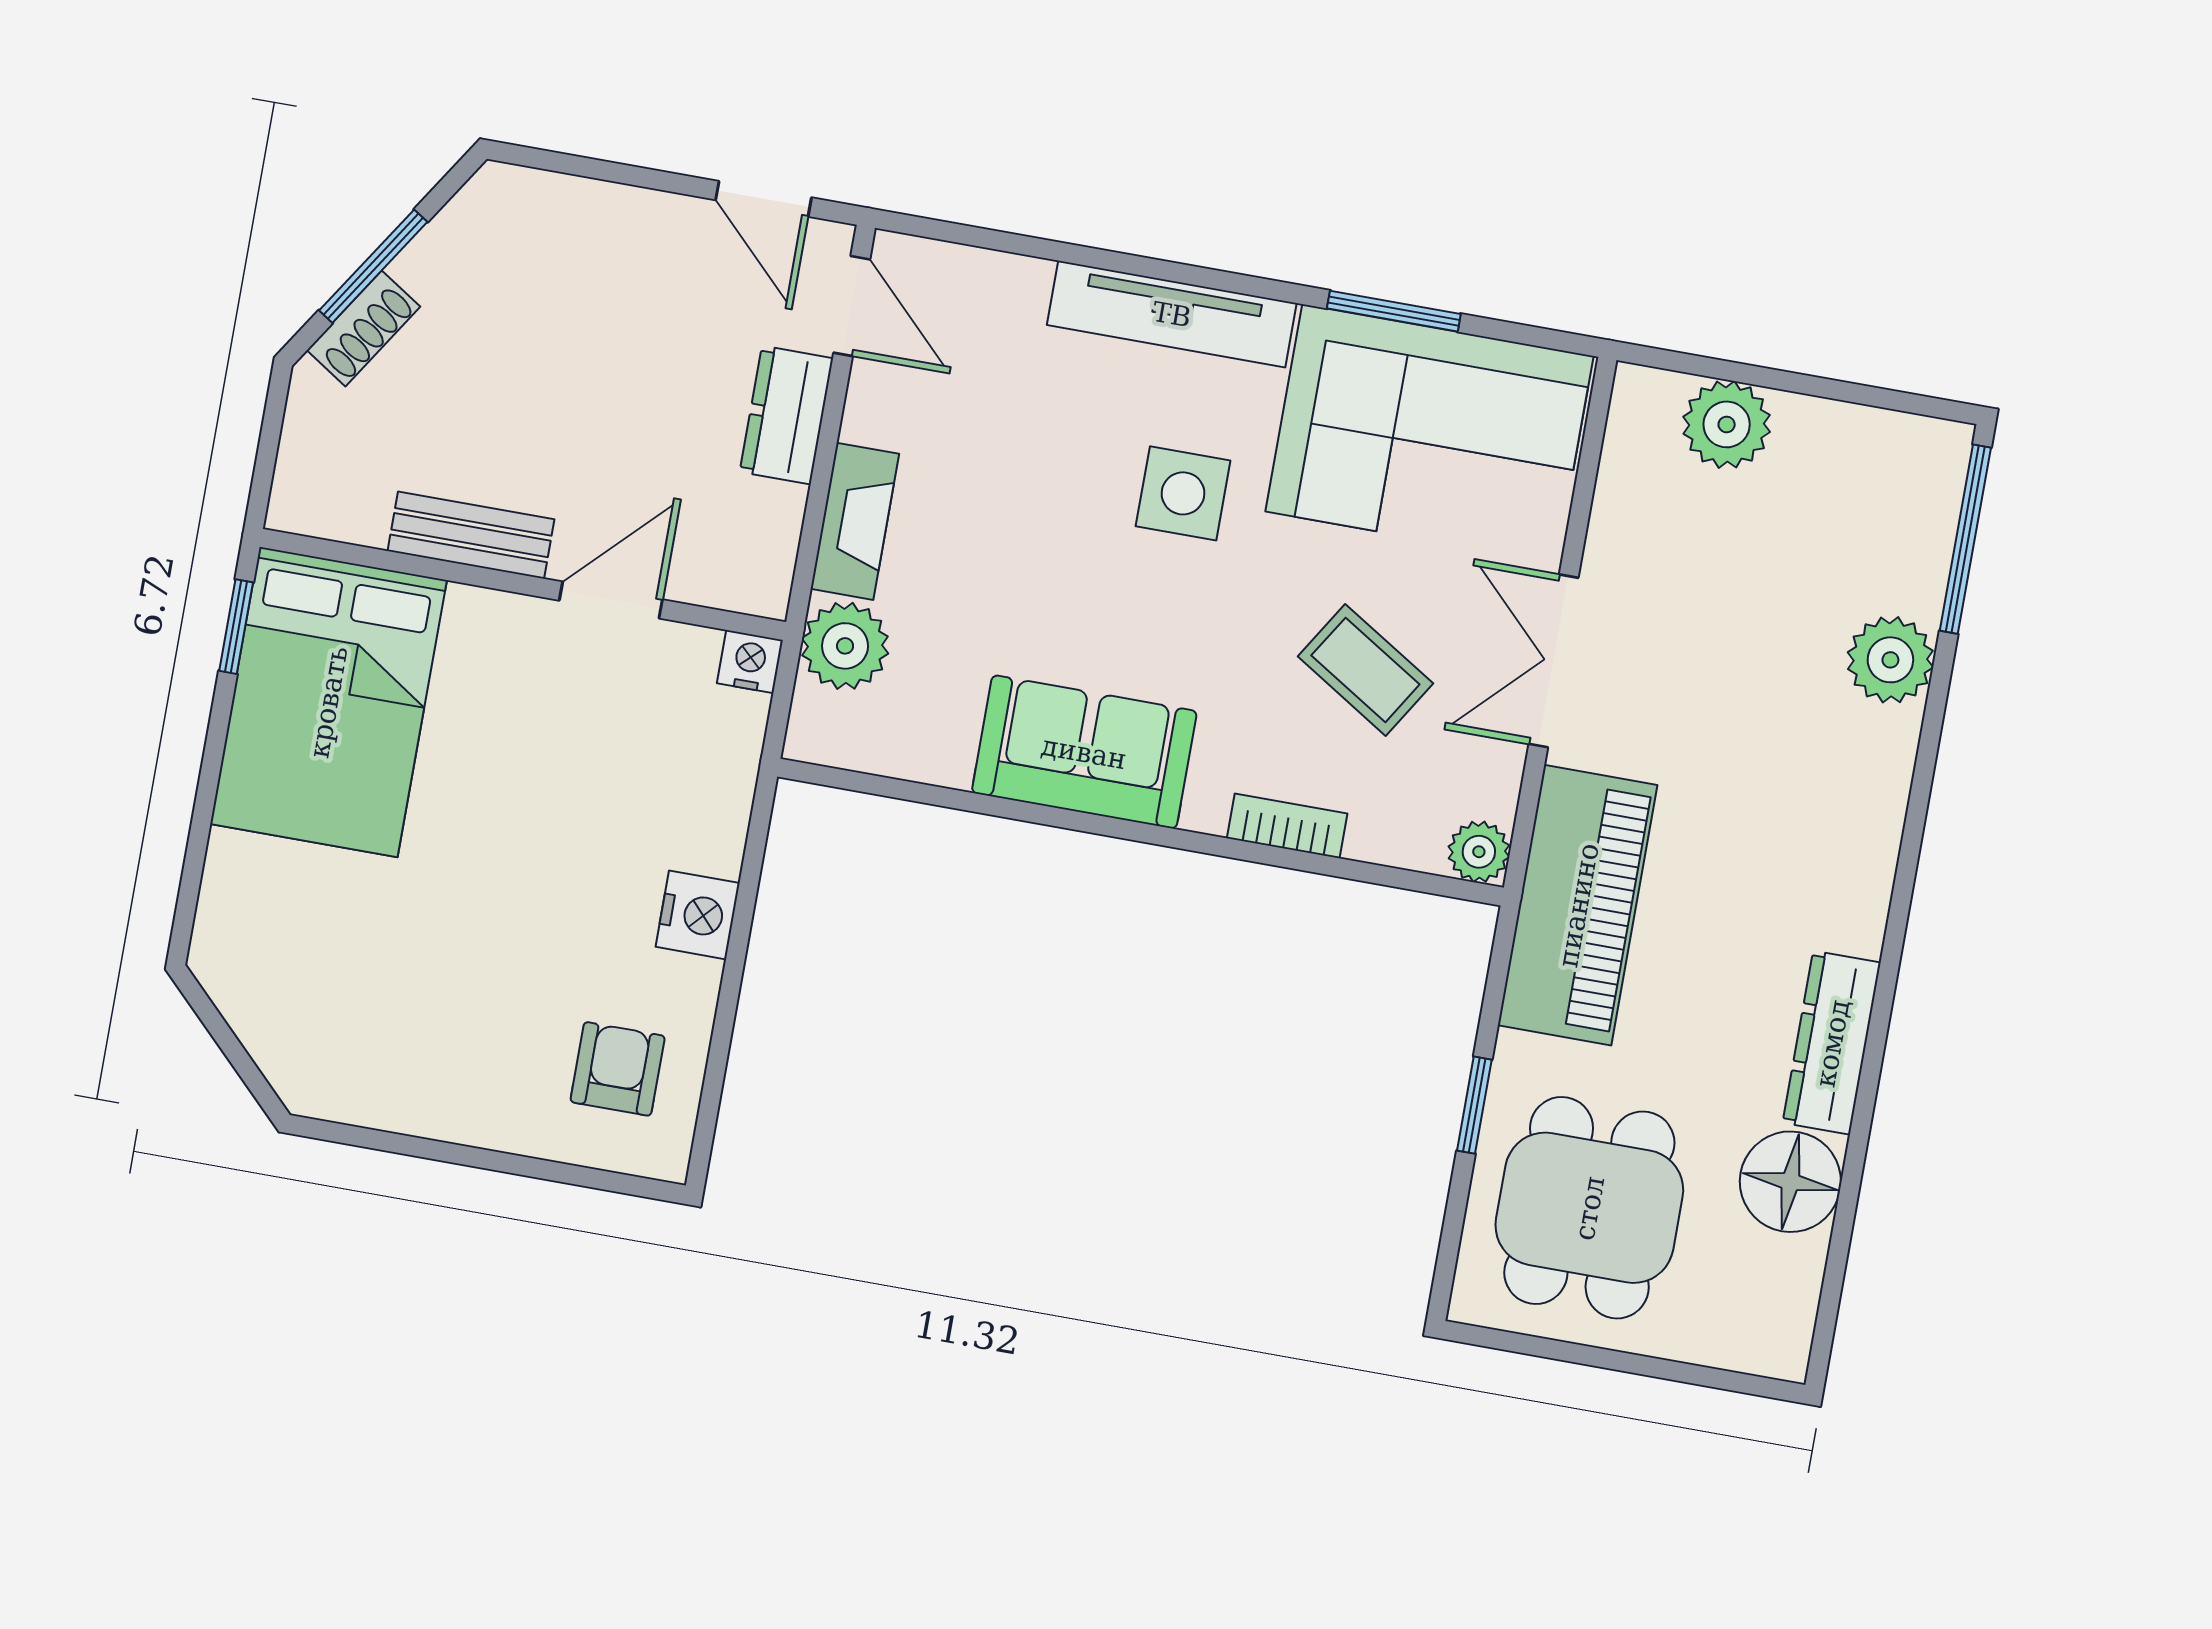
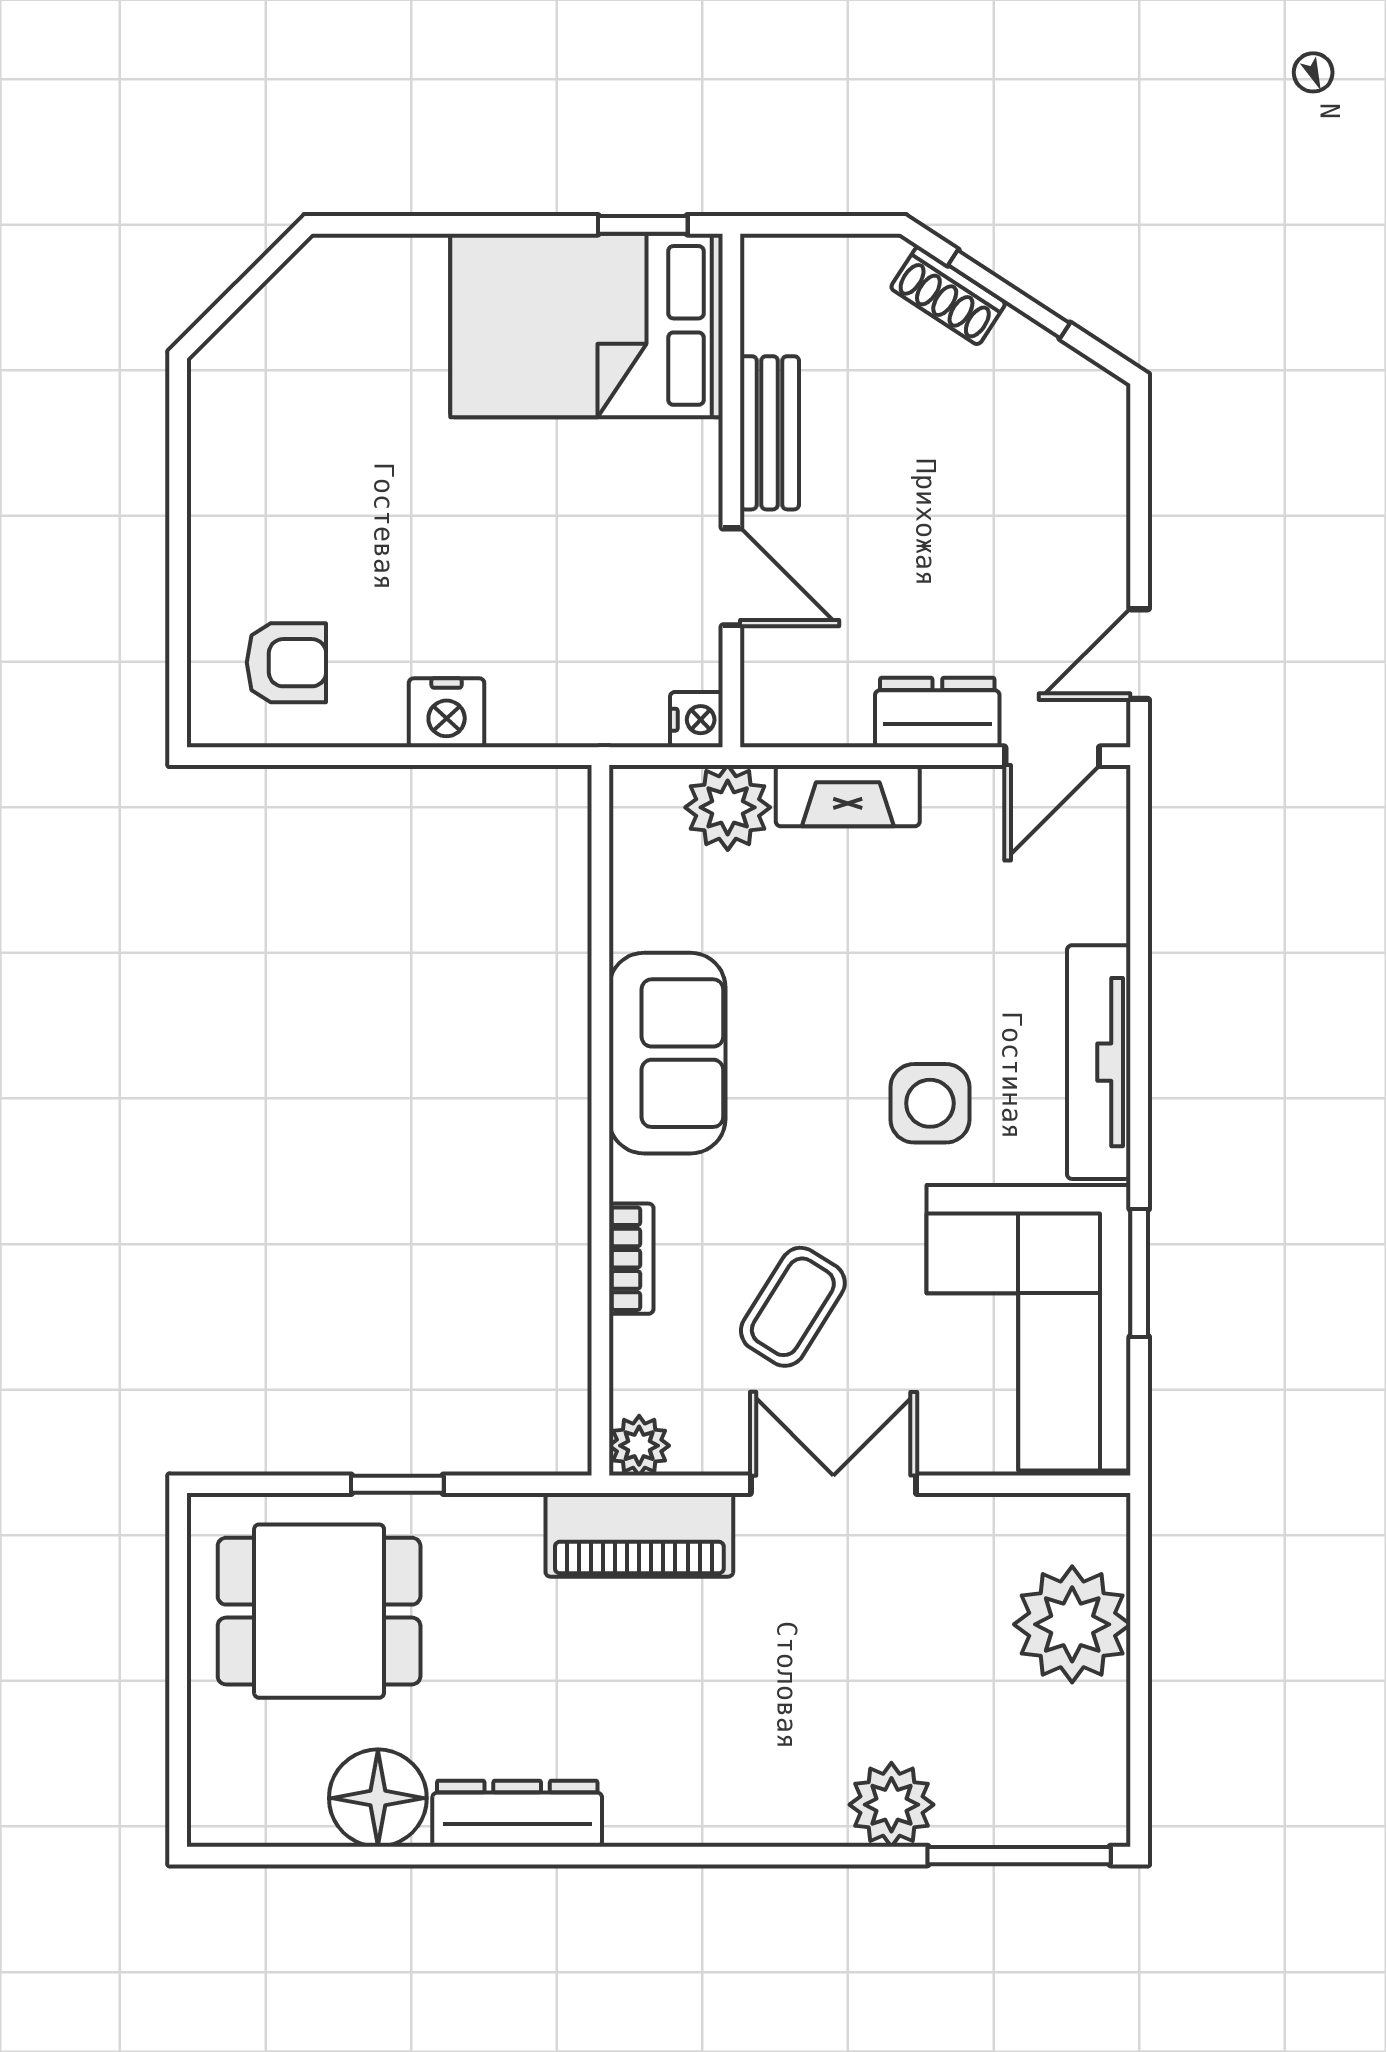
plant: (1727, 424) -> (1072, 1624), width x1.36, depth x1.36
piano: (1578, 905) -> (639, 1535), width x0.73, depth x0.75

